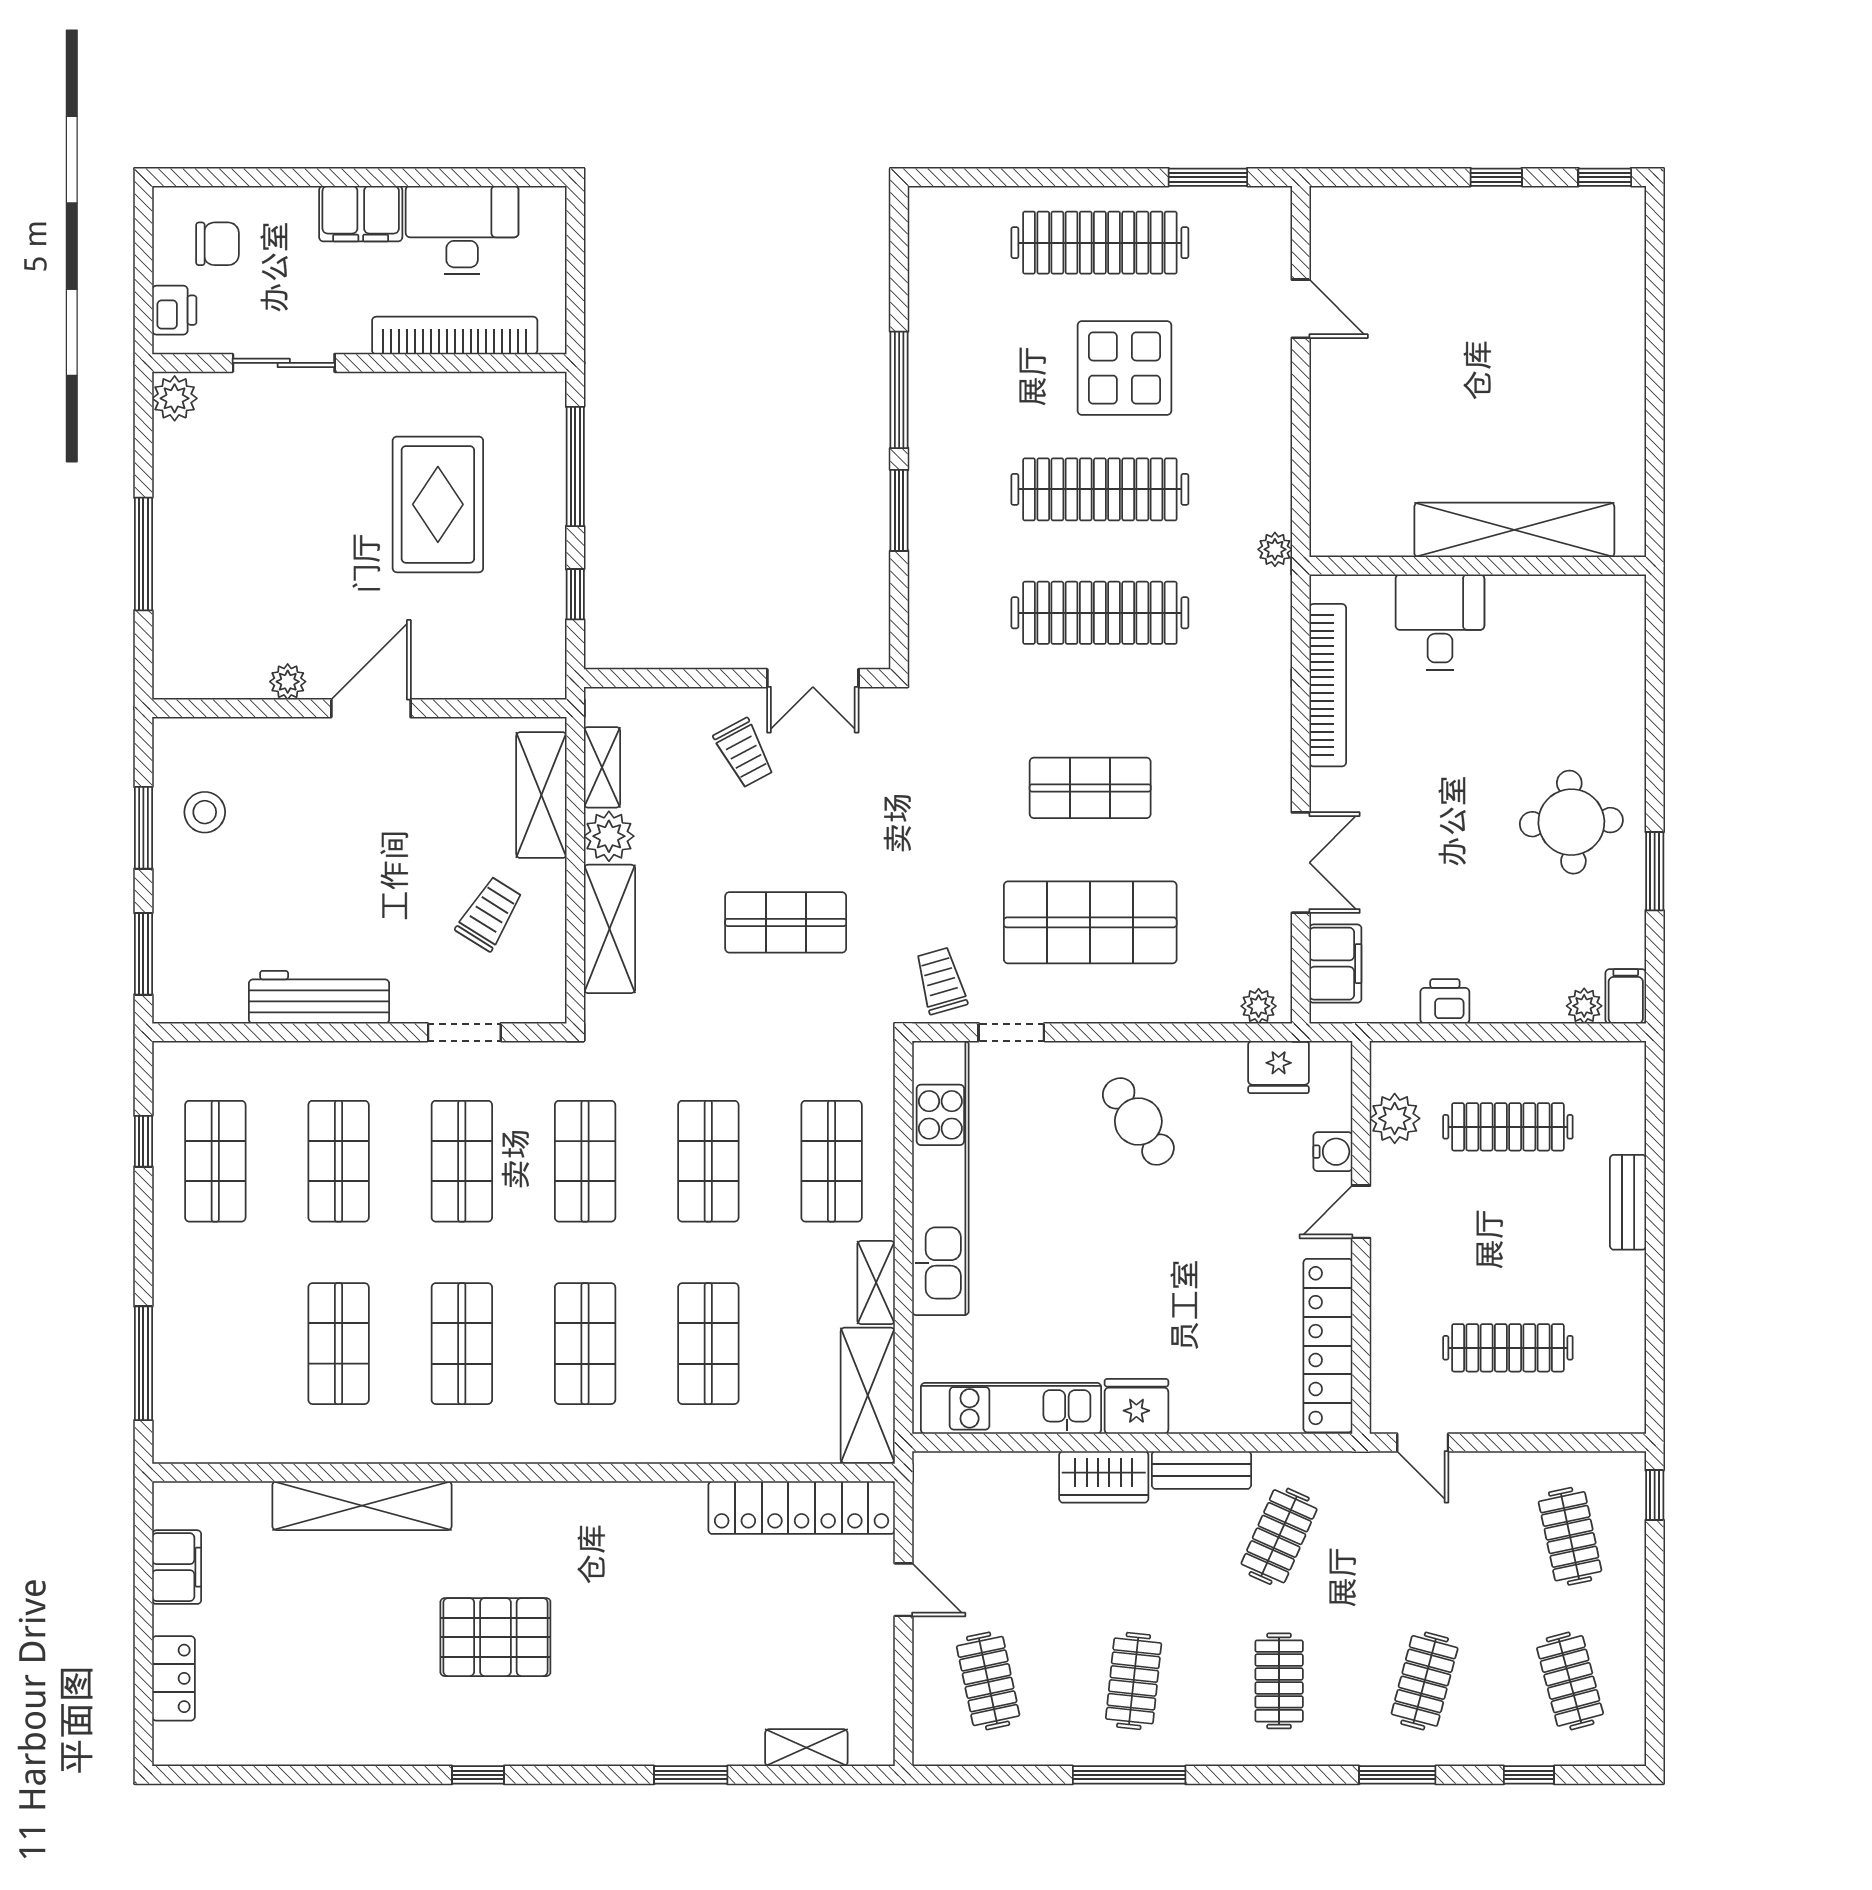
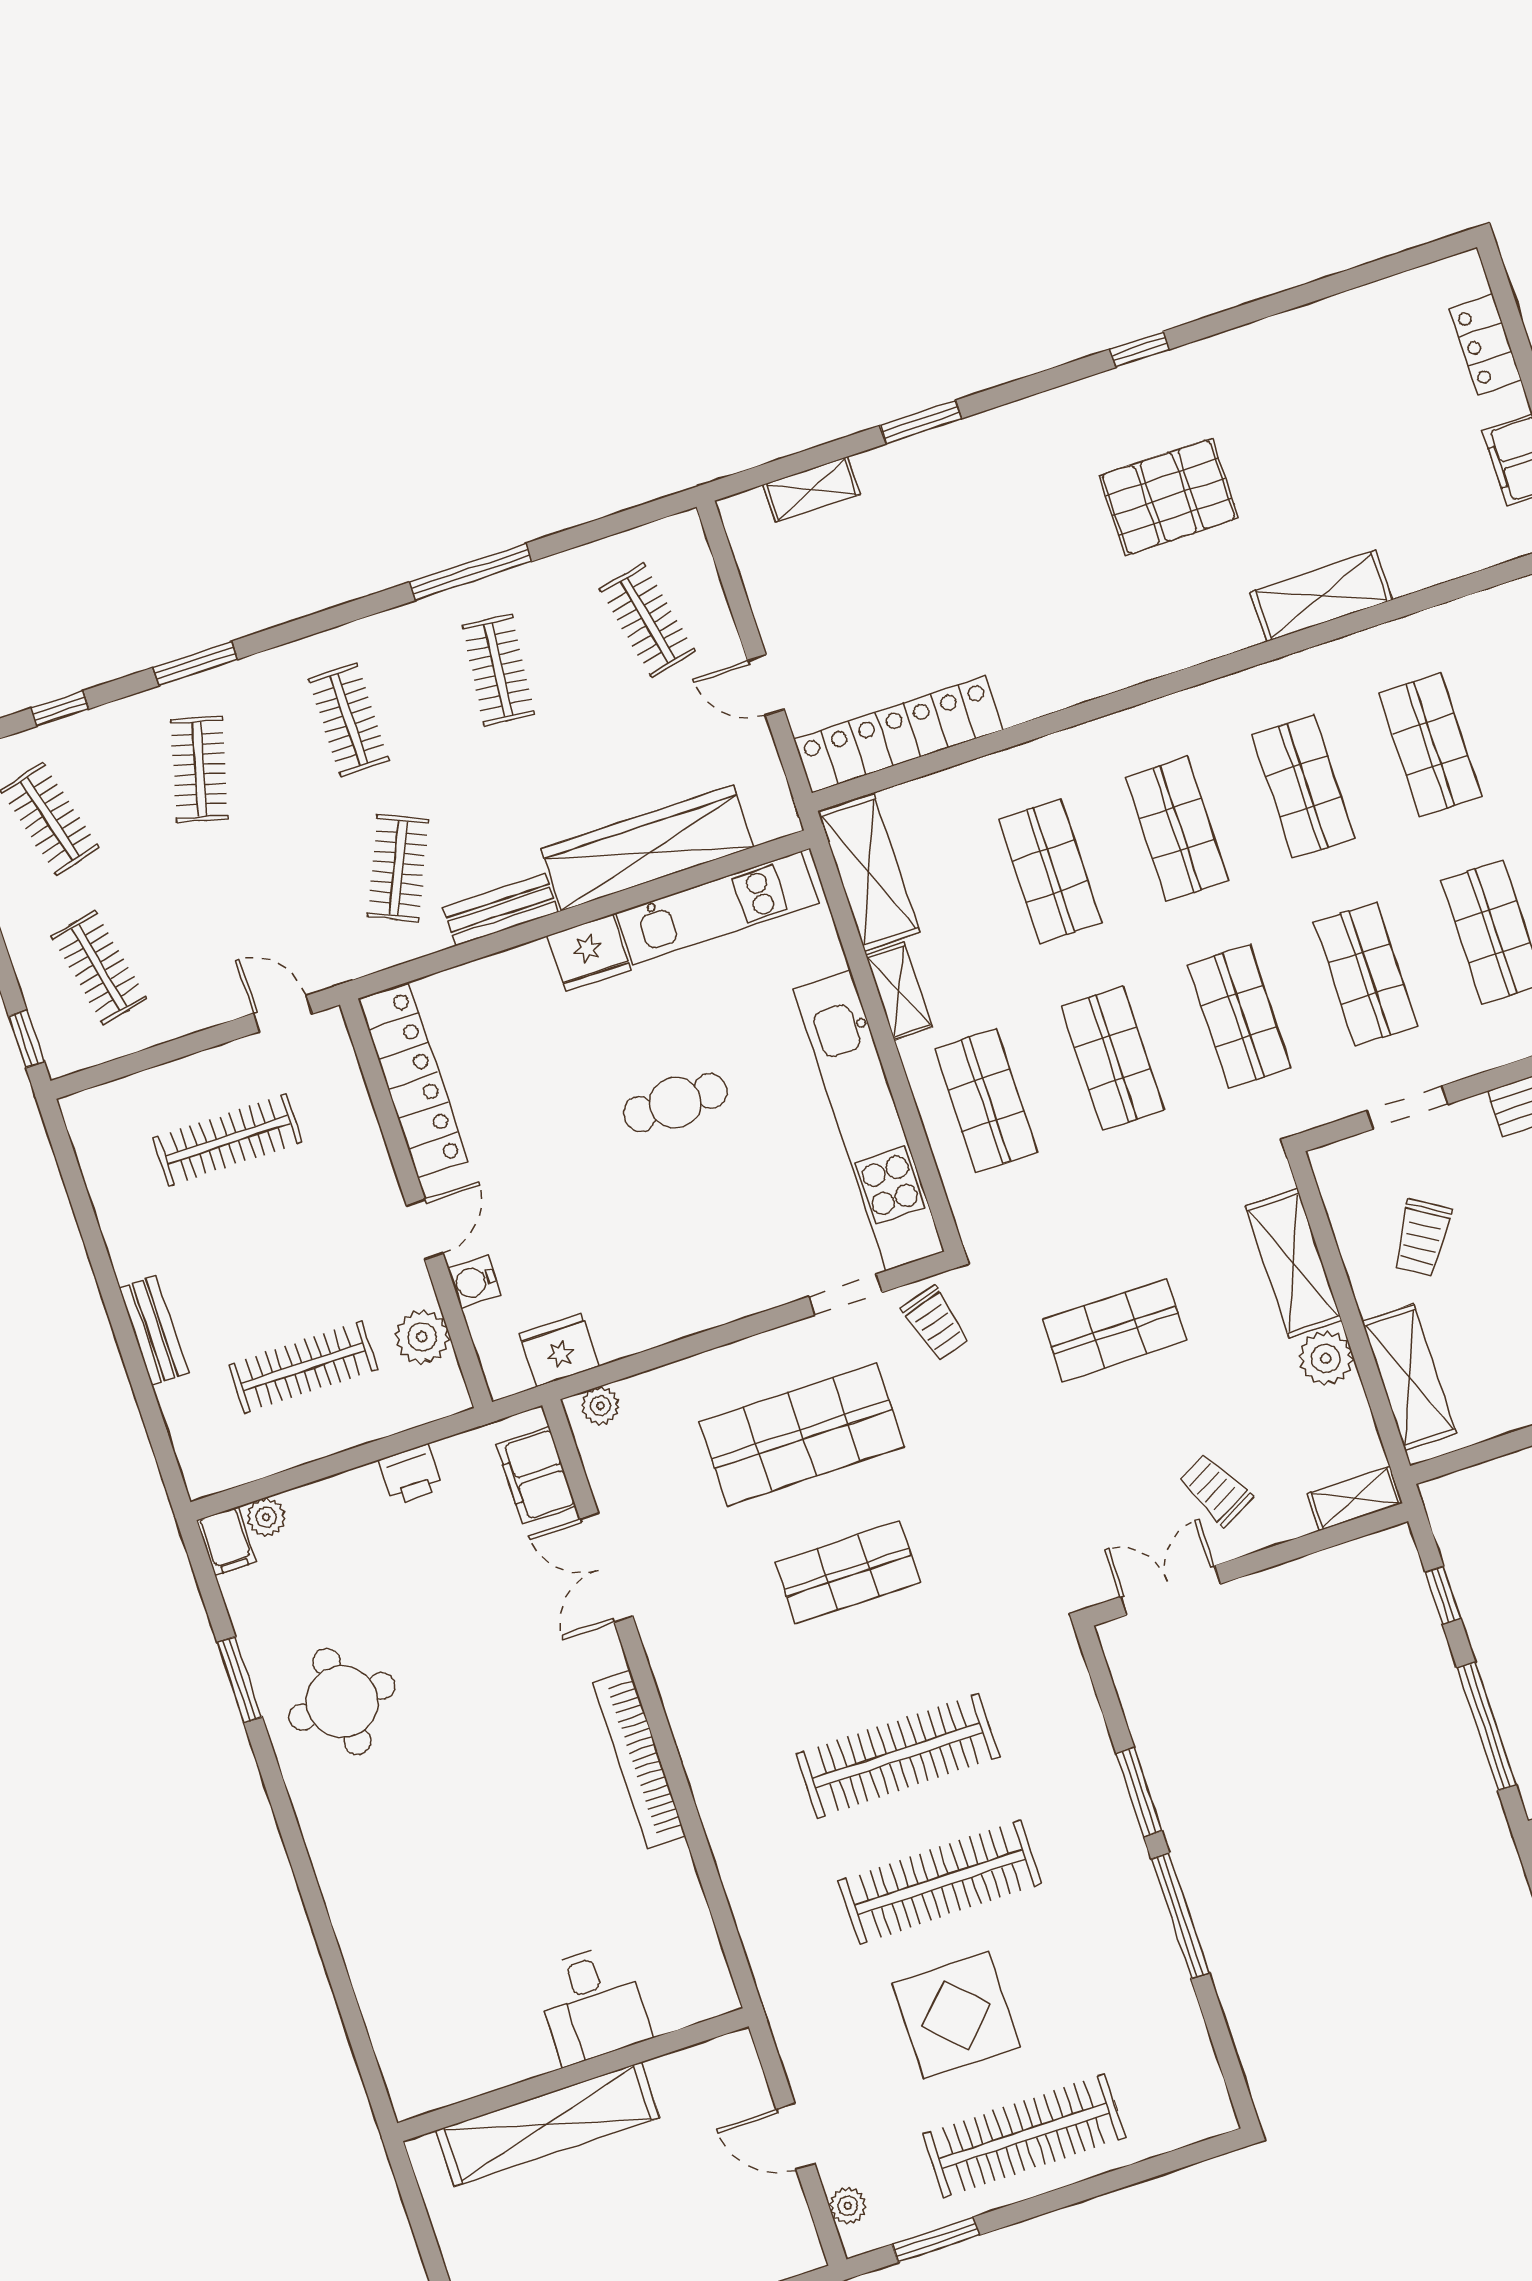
shelving: (1514, 530) -> (548, 2124), moved
plant: (1275, 549) -> (848, 2206), moved
wall: (1478, 566) -> (573, 2075), moved
desk: (1440, 622) -> (592, 2004), moved
shelving: (602, 767) -> (1355, 1498), moved, turned 90
cafe table: (1138, 1121) -> (675, 1103), moved, turned -55
wardrobe: (1104, 1477) -> (647, 848), width x2.10, depth x1.17
shelving: (362, 1506) -> (1321, 596), width x0.68

